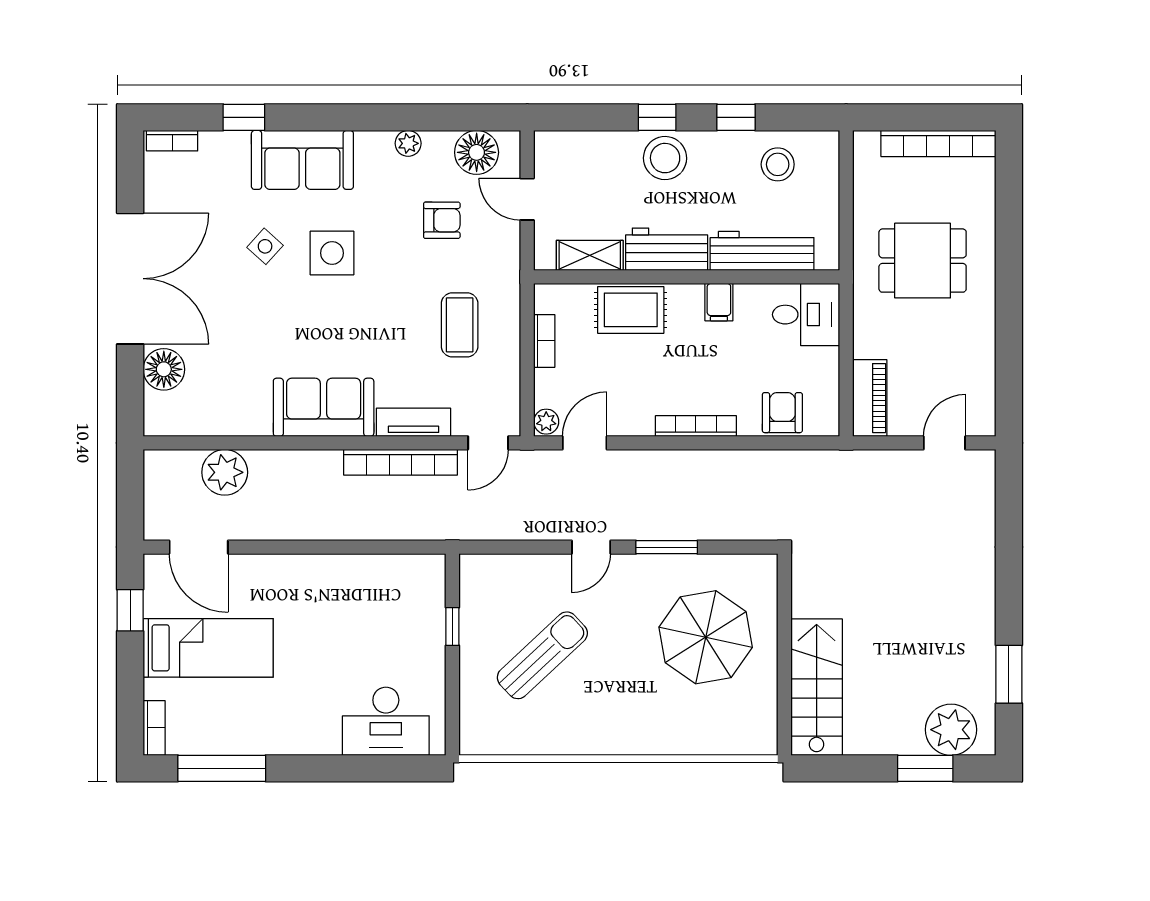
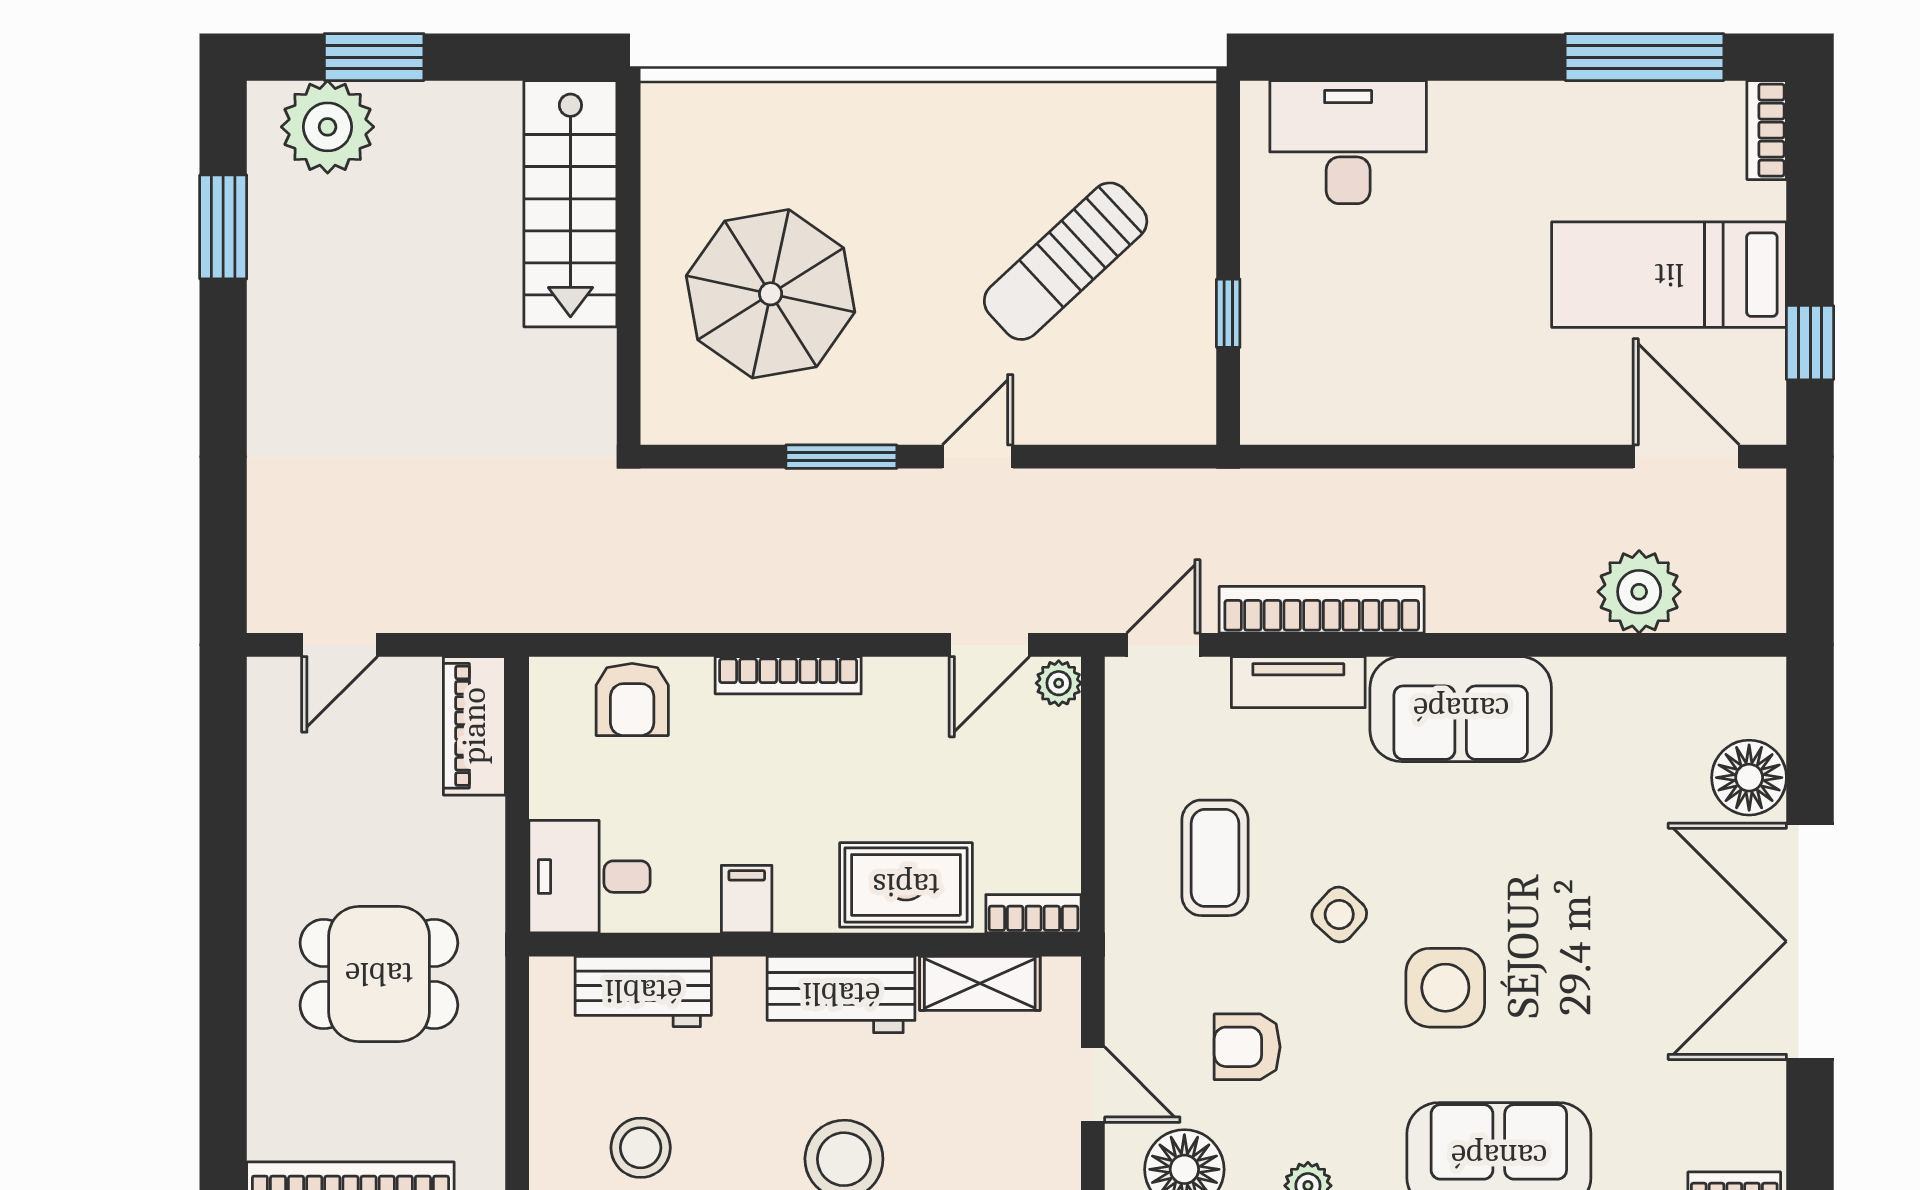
side table: (265, 246) -> (1339, 914), moved
workbench: (762, 251) -> (643, 991), width x0.73
bookcase: (544, 341) -> (1033, 914), moved, turned 90

